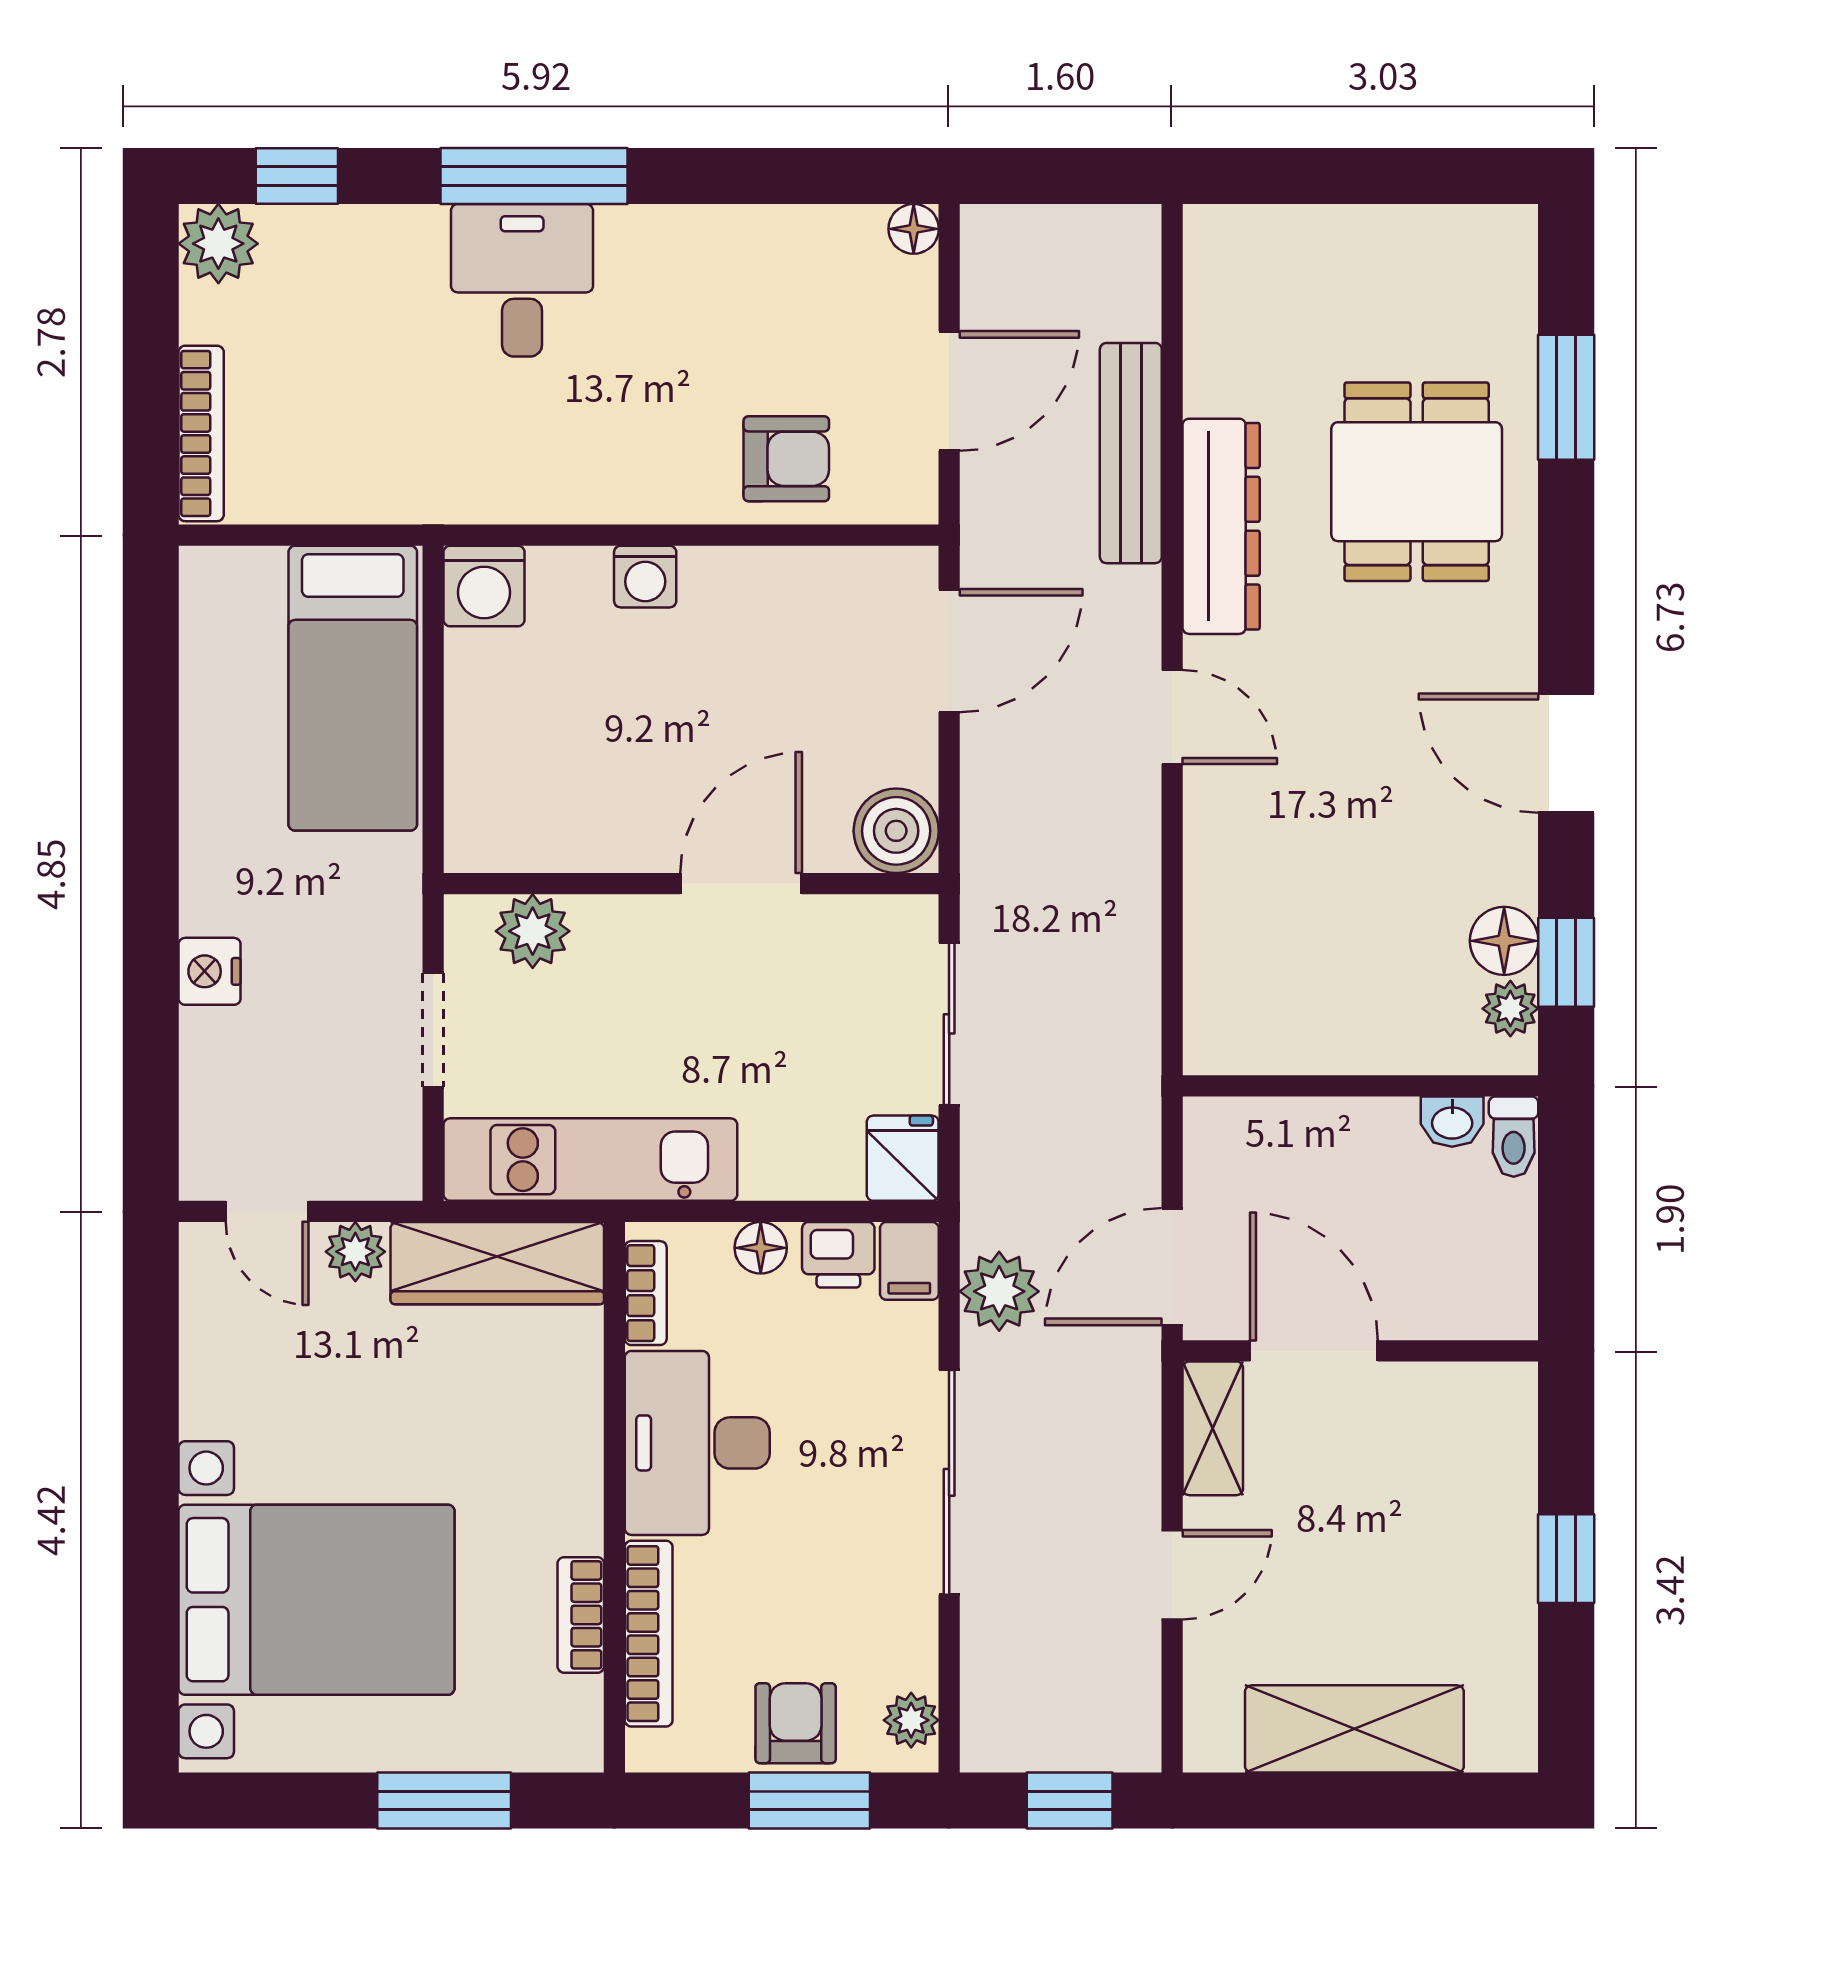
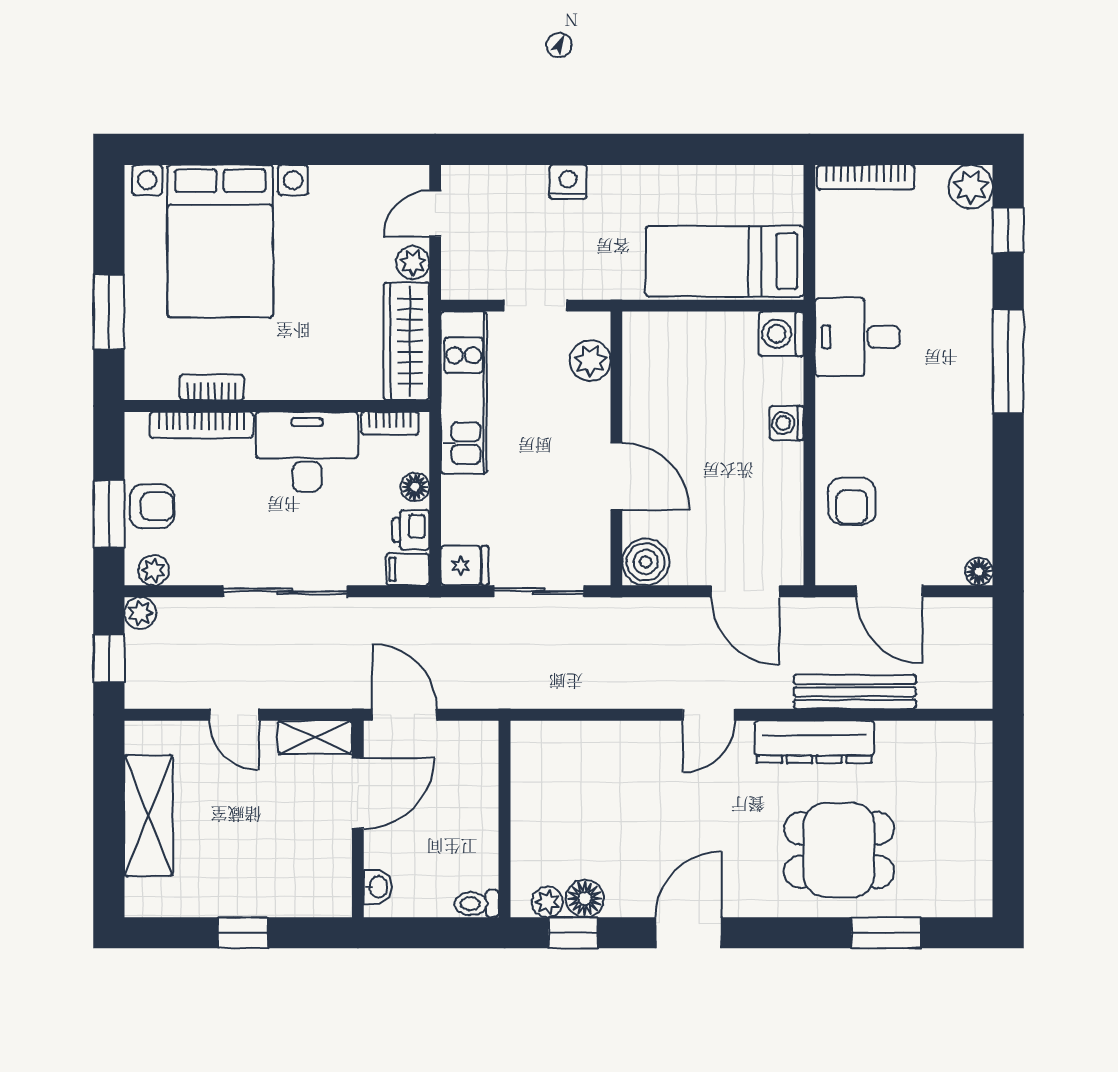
desk: (522, 280) -> (858, 337), moved, turned 180
washbasin: (1452, 1122) -> (378, 887), moved, turned 180
plant: (999, 1291) -> (140, 613), moved, width x0.73, depth x0.73

